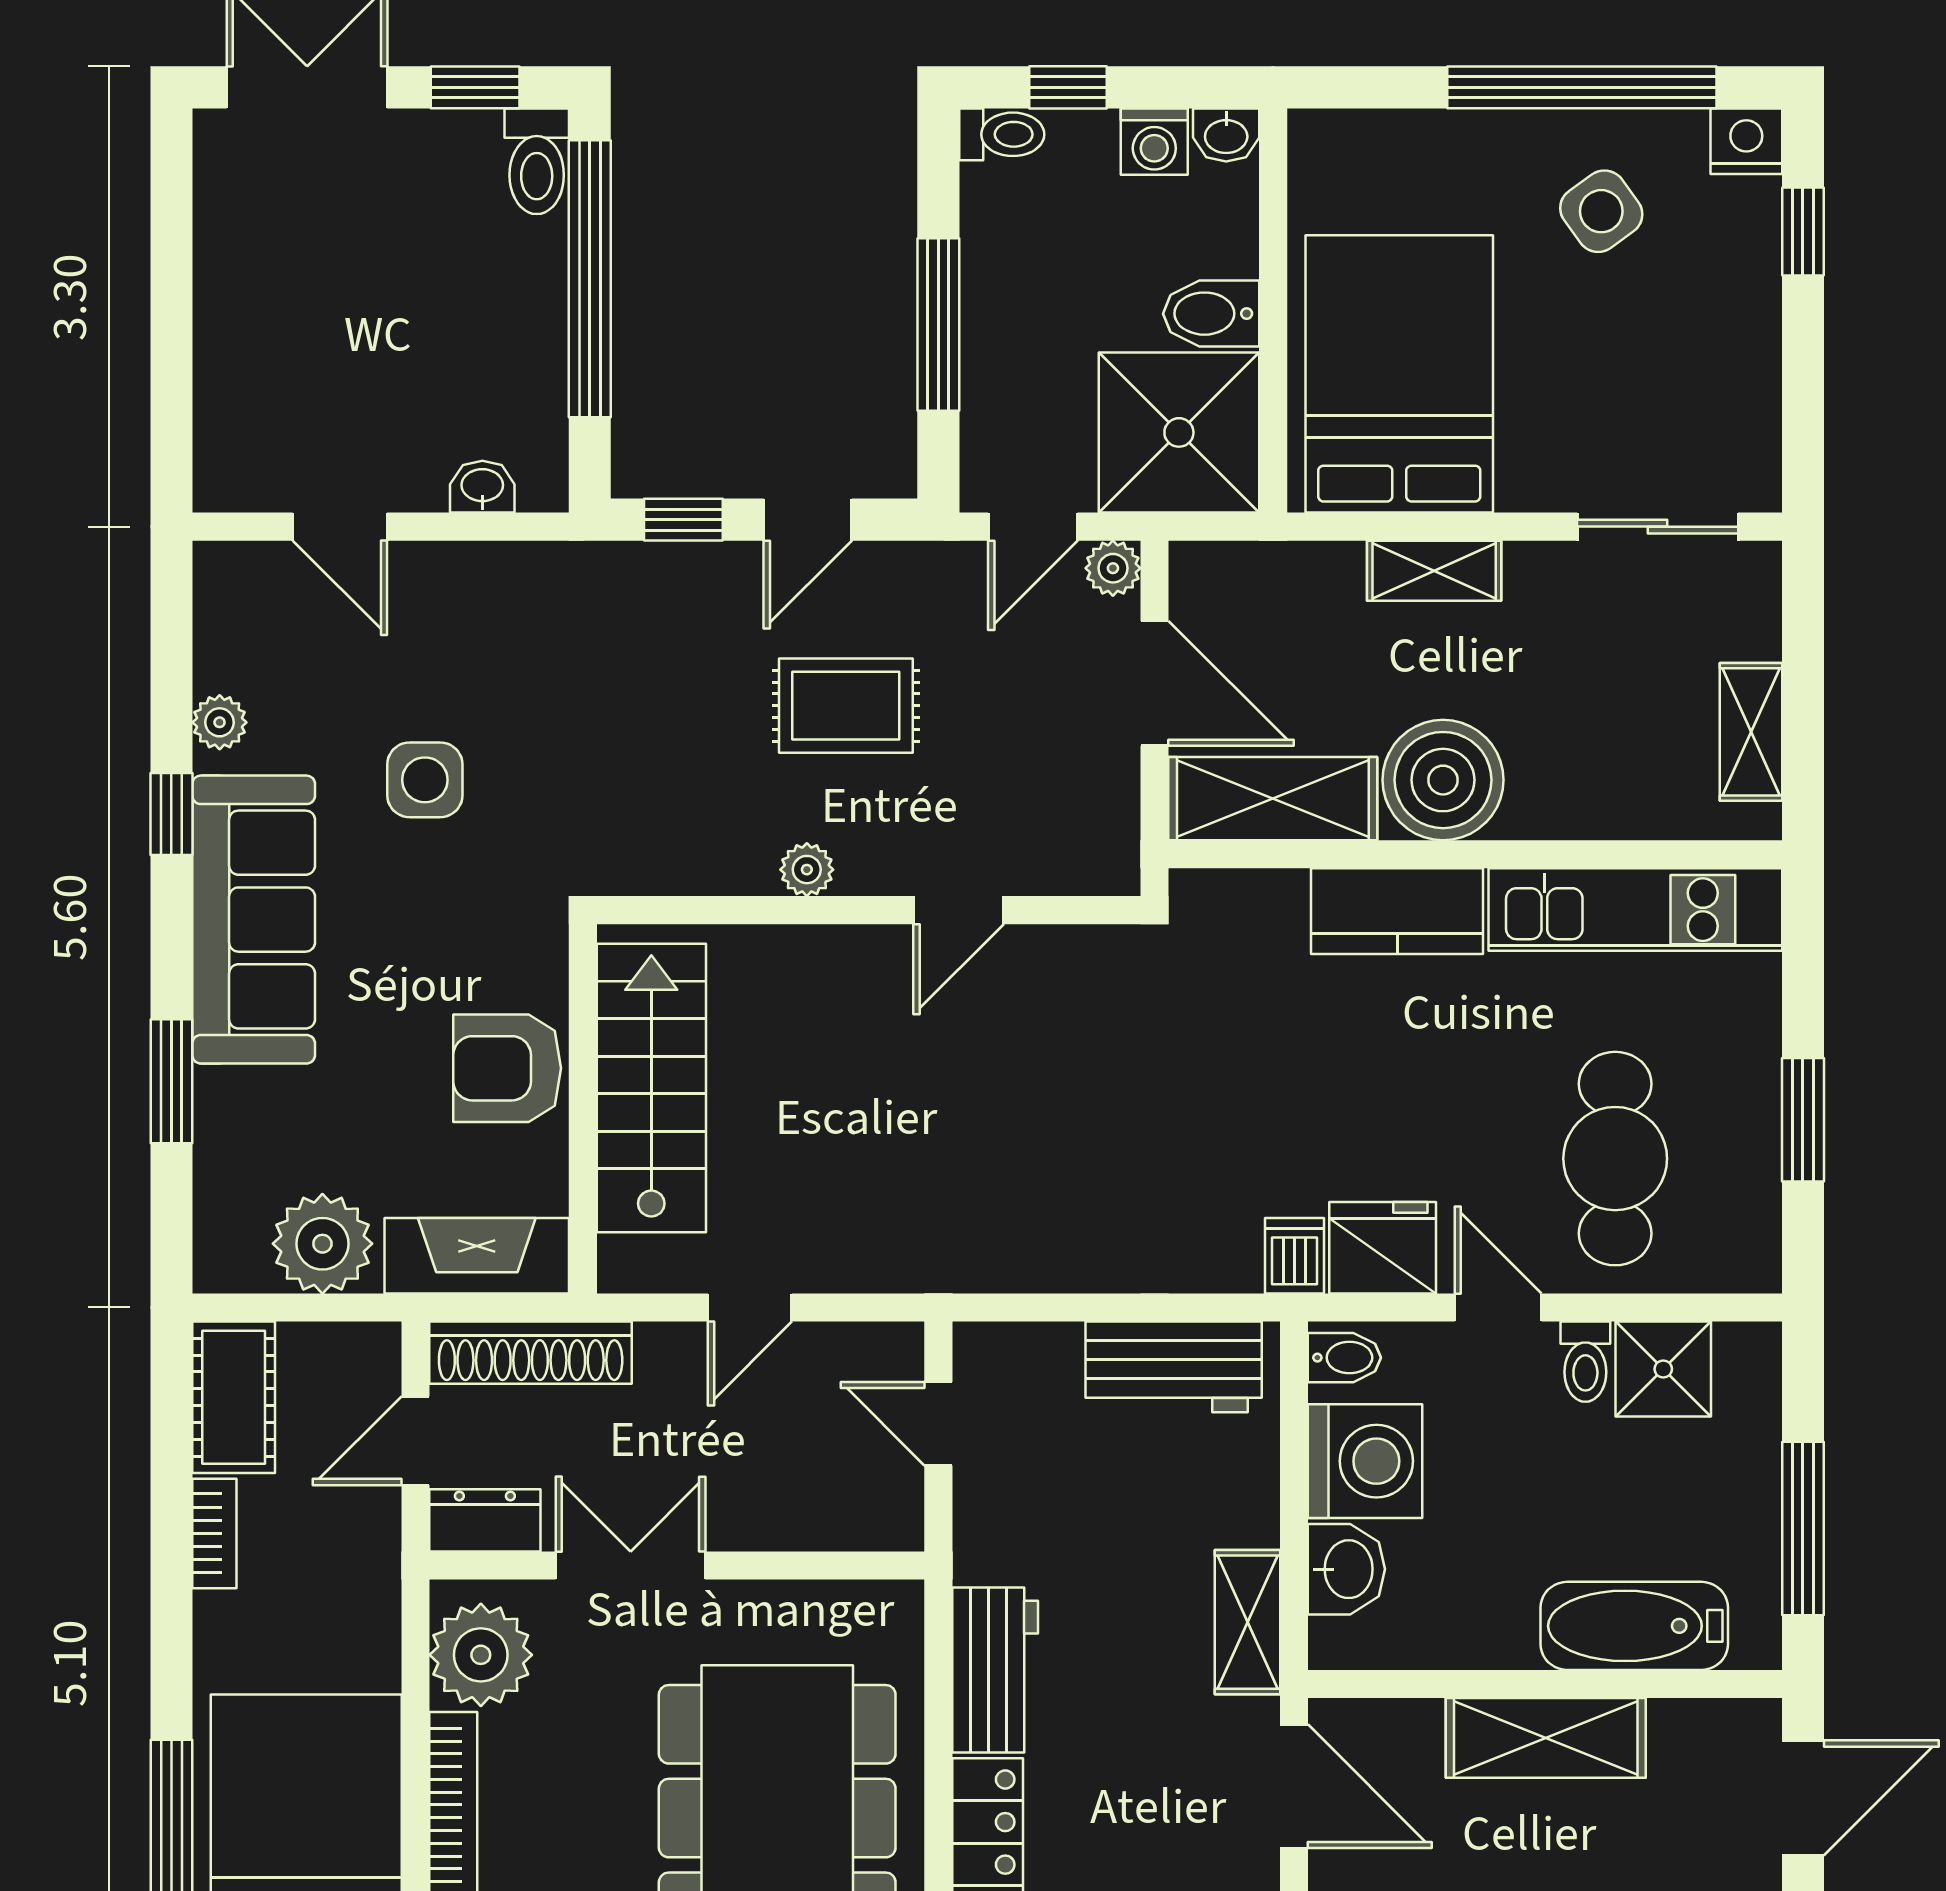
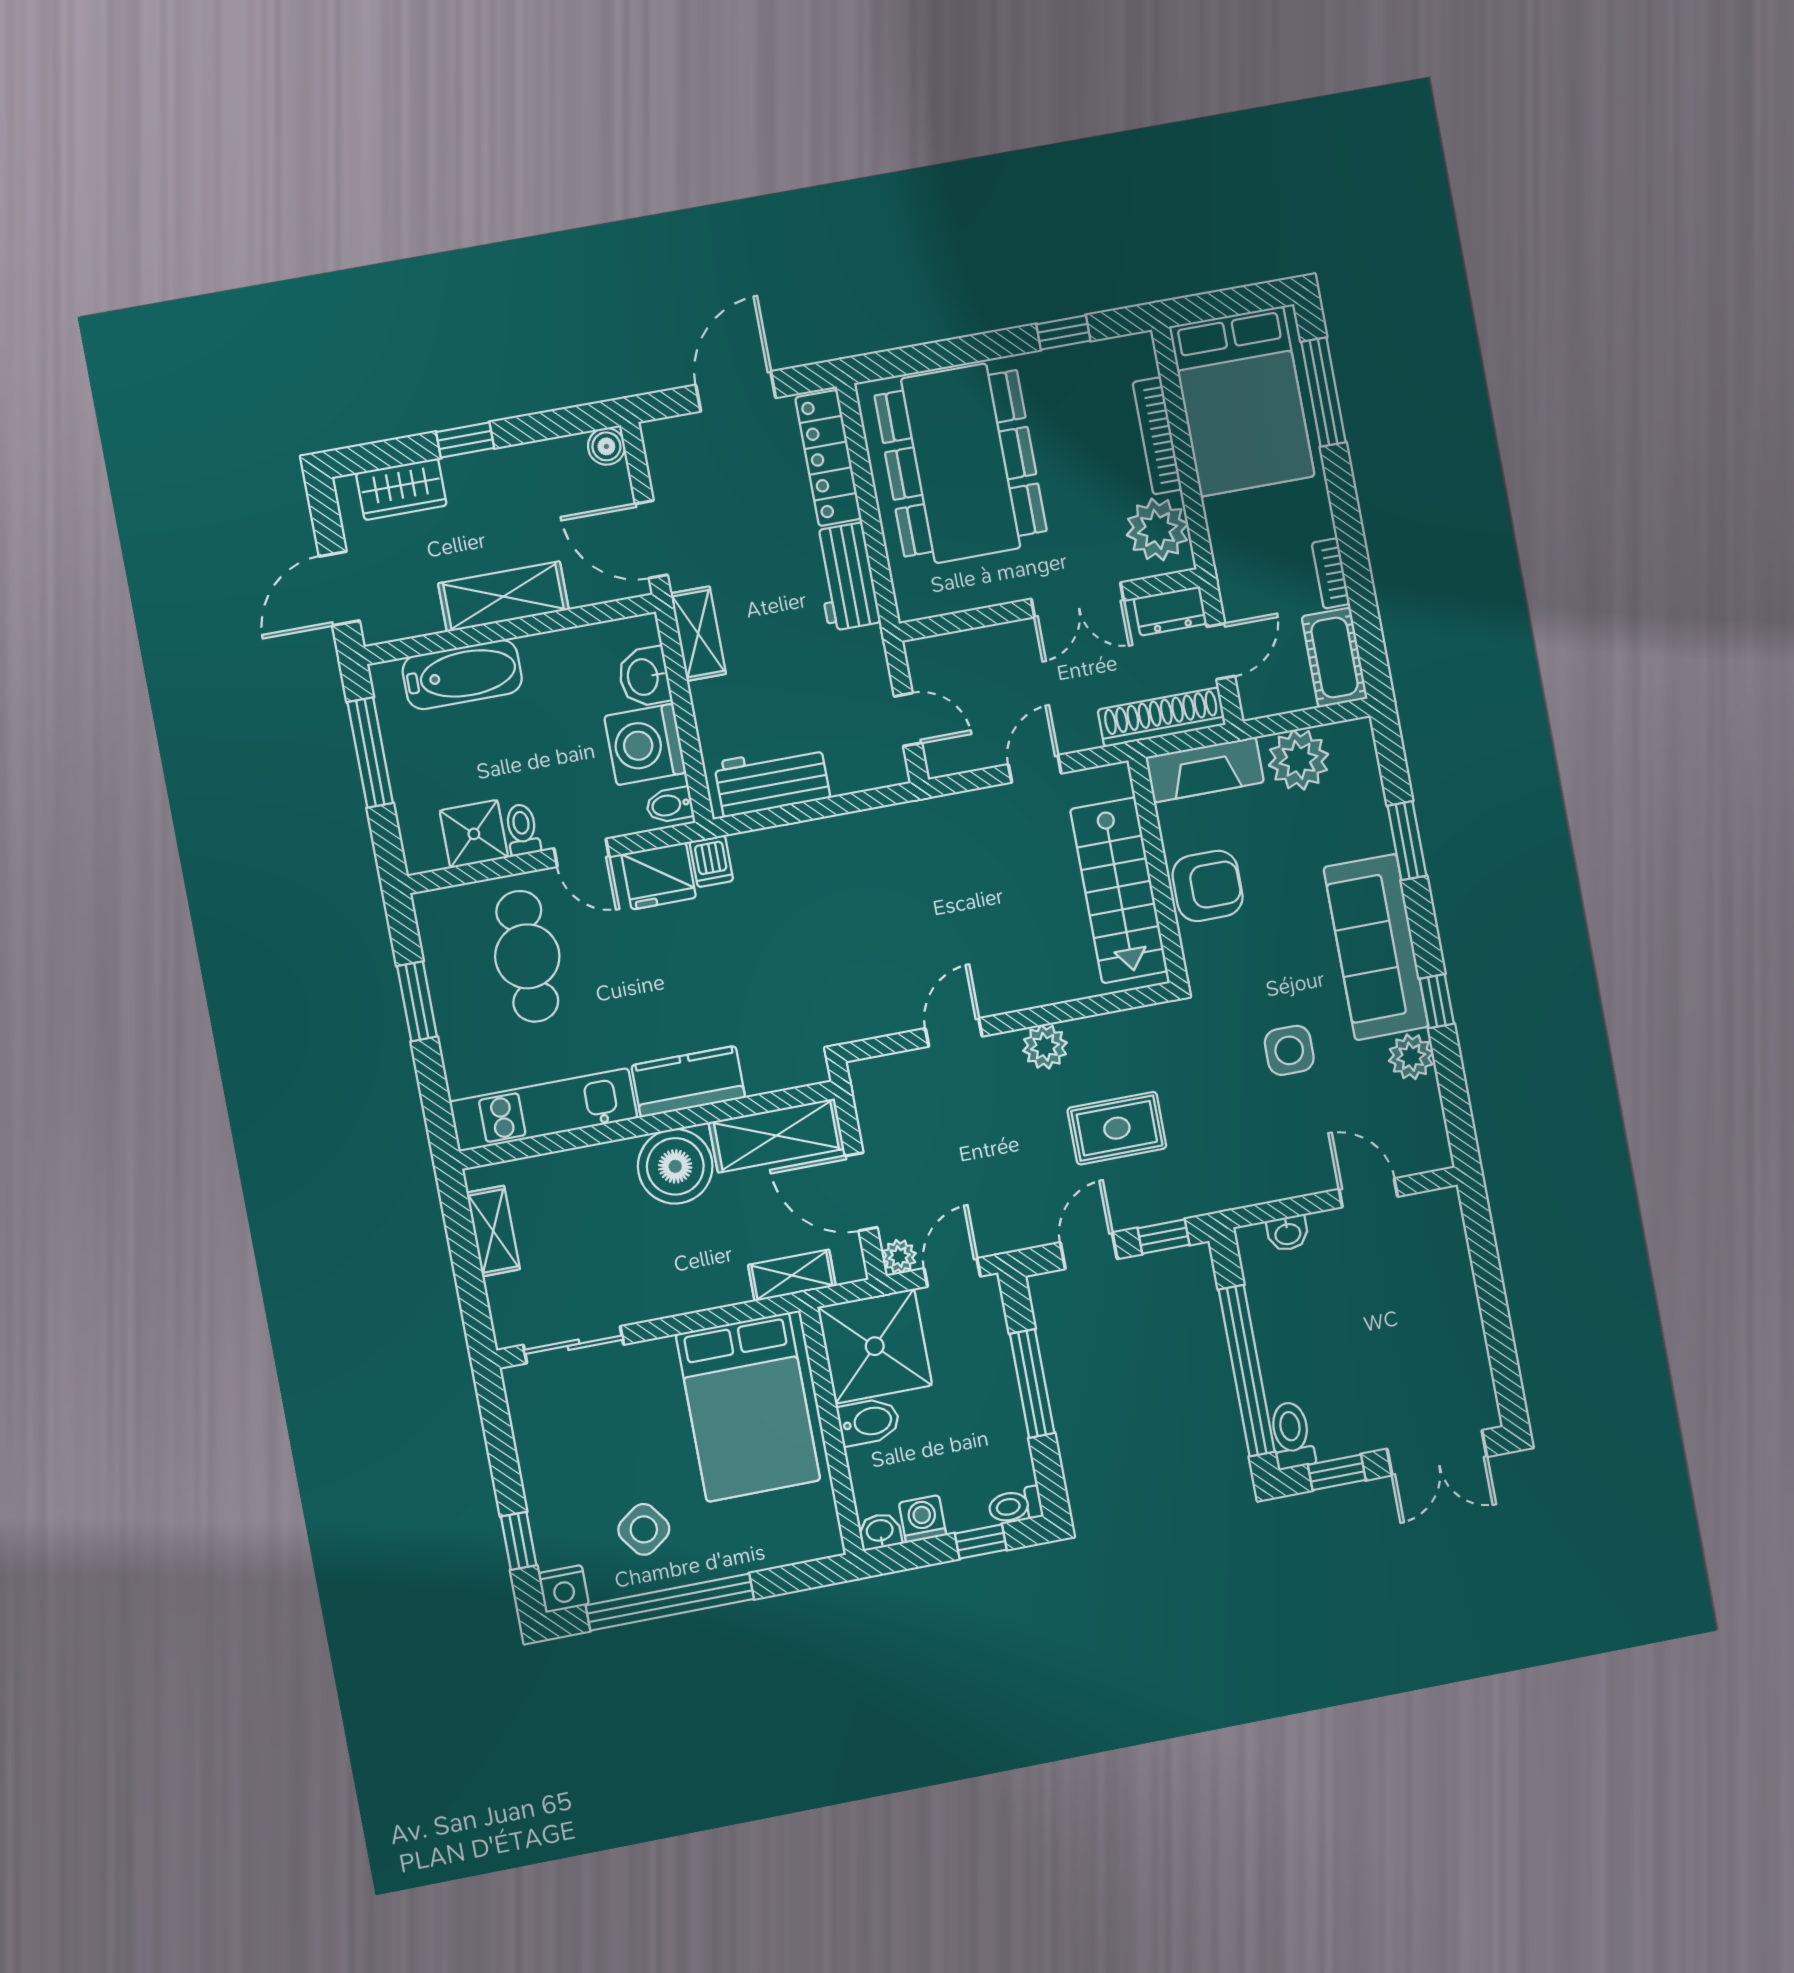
shelving: (1434, 571) -> (792, 1275), moved
rug: (846, 706) -> (1117, 1128), moved
plant: (220, 722) -> (1411, 1057), width x1.38, depth x1.38
plant: (807, 870) -> (1045, 1047), width x1.38, depth x1.38

